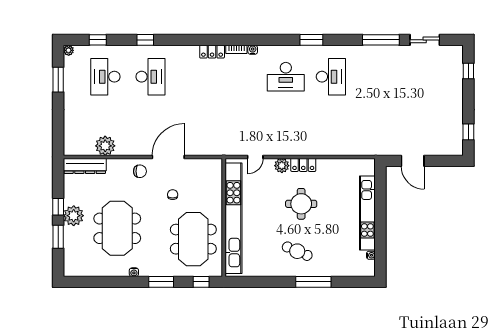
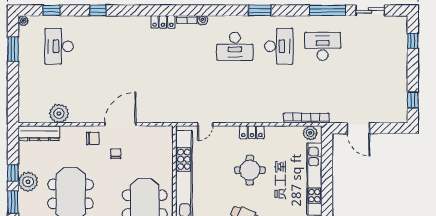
desk: (150, 77) -> (323, 46), moved, turned -90
bookcase: (359, 150) -> (306, 118), added
plant: (282, 166) -> (310, 133), moved
chair: (173, 195) -> (116, 154), moved

